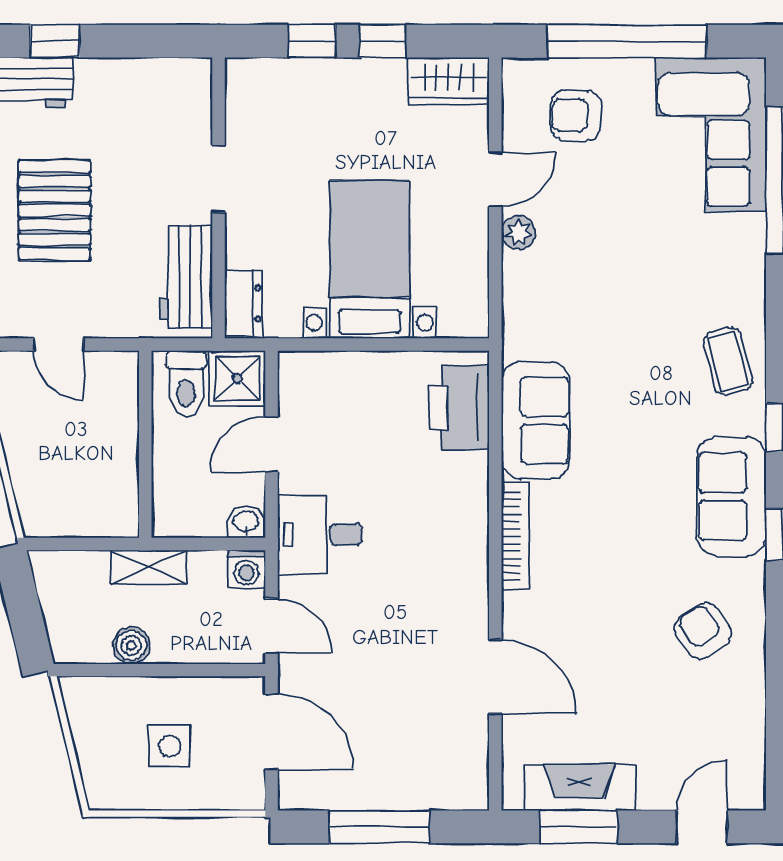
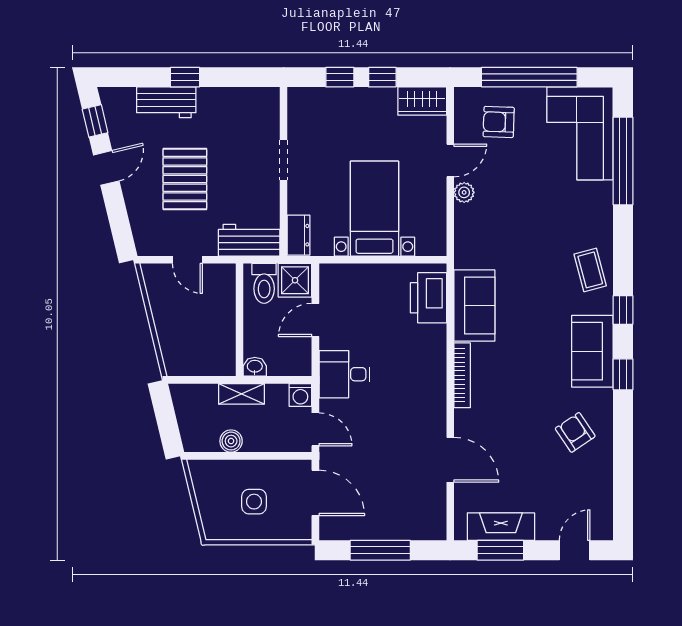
workbench: (186, 277) -> (249, 240), moved, turned 90
washbasin: (246, 522) -> (255, 367), moved

